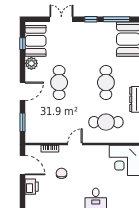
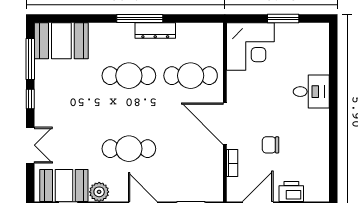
double door: (61, 19) -> (30, 145), swing flipped
cafe table: (106, 122) -> (191, 76), turned 90
door: (75, 144) -> (225, 124), width x1.87

